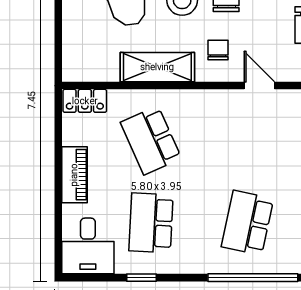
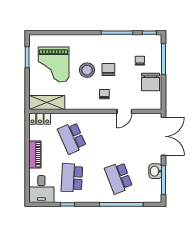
shelving: (157, 67) -> (47, 103), moved
door: (259, 86) -> (124, 111), swing flipped
school desk: (247, 223) -> (119, 178), turned -33

